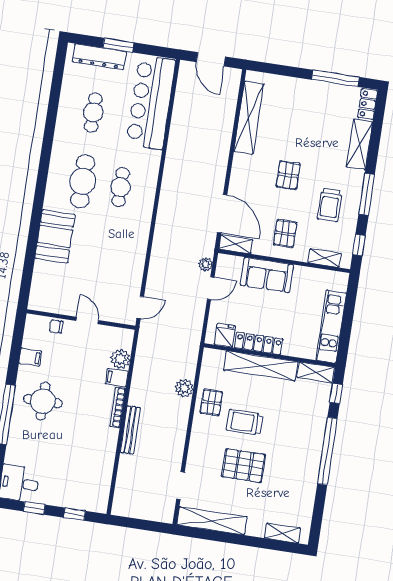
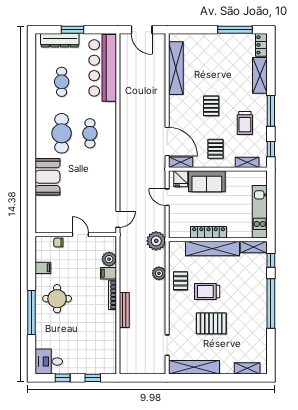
plant: (205, 264) -> (156, 241), moved, width x1.87, depth x1.87
door: (211, 288) -> (167, 197), swing flipped
fridge: (225, 335) -> (181, 179), moved, turned 180

